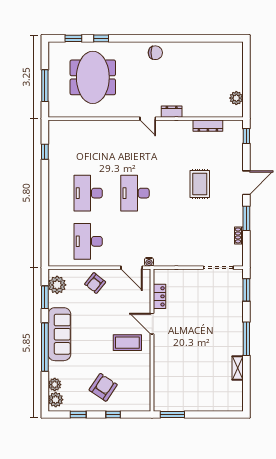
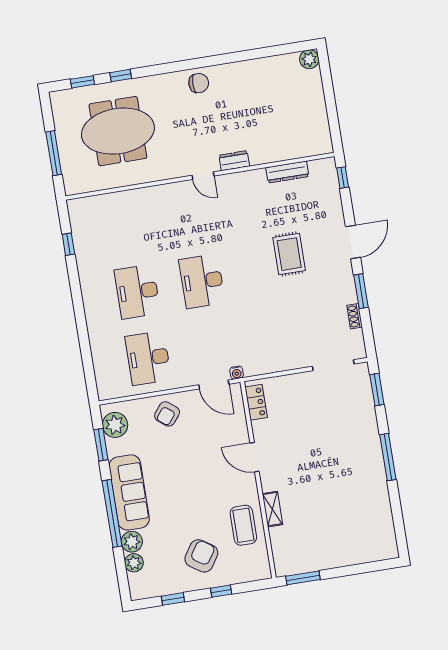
meeting table: (93, 77) -> (118, 131), turned 90
plant: (236, 98) -> (309, 59), moved
locker: (159, 296) -> (256, 402), moved
coffee table: (127, 343) -> (243, 525), moved, turned 90
shelving: (238, 368) -> (272, 509), moved
plant: (56, 400) -> (132, 542), moved

